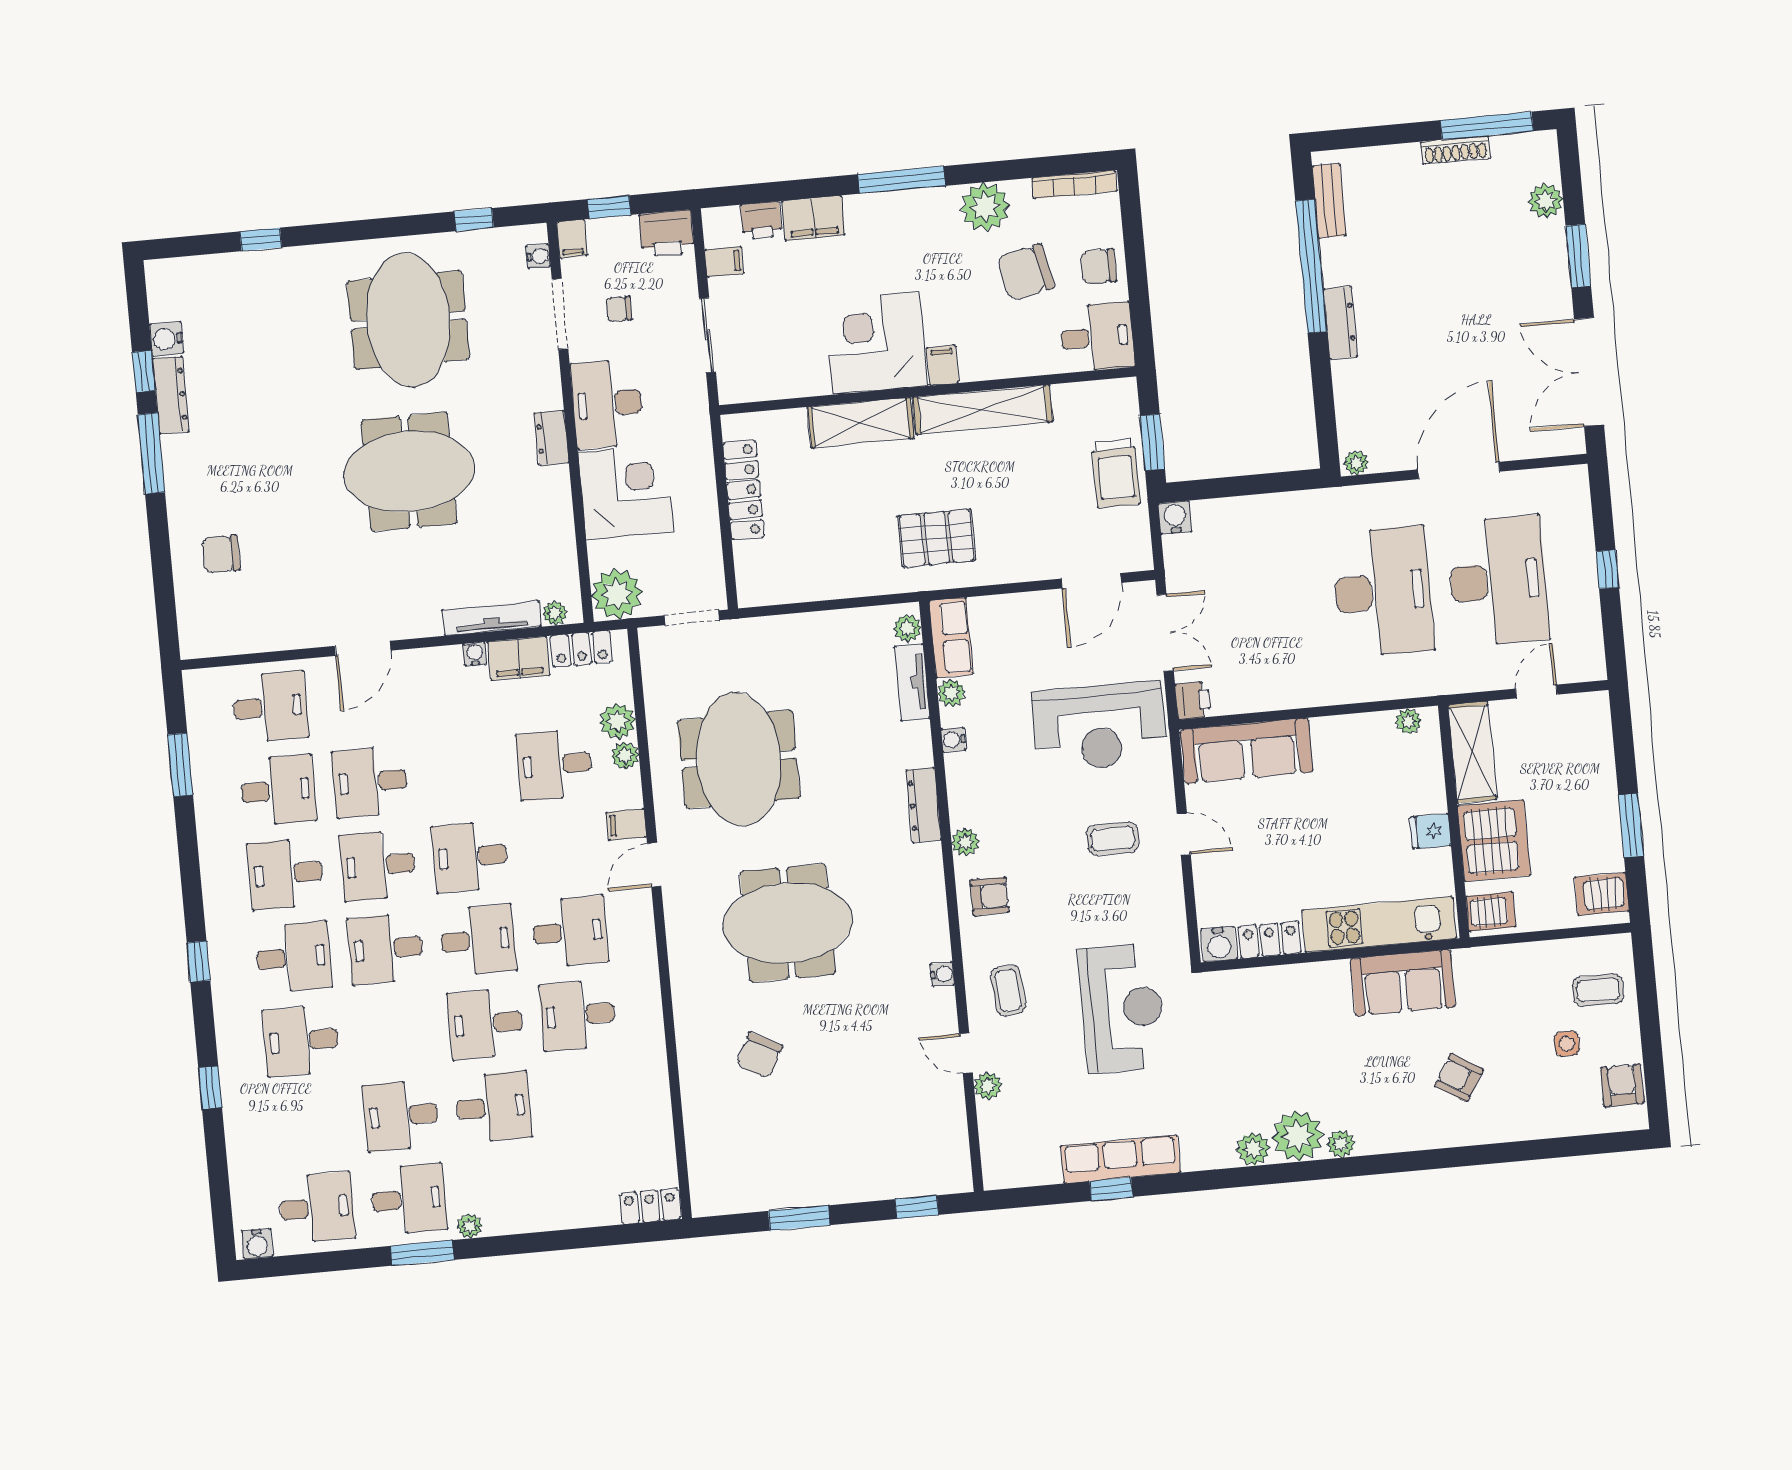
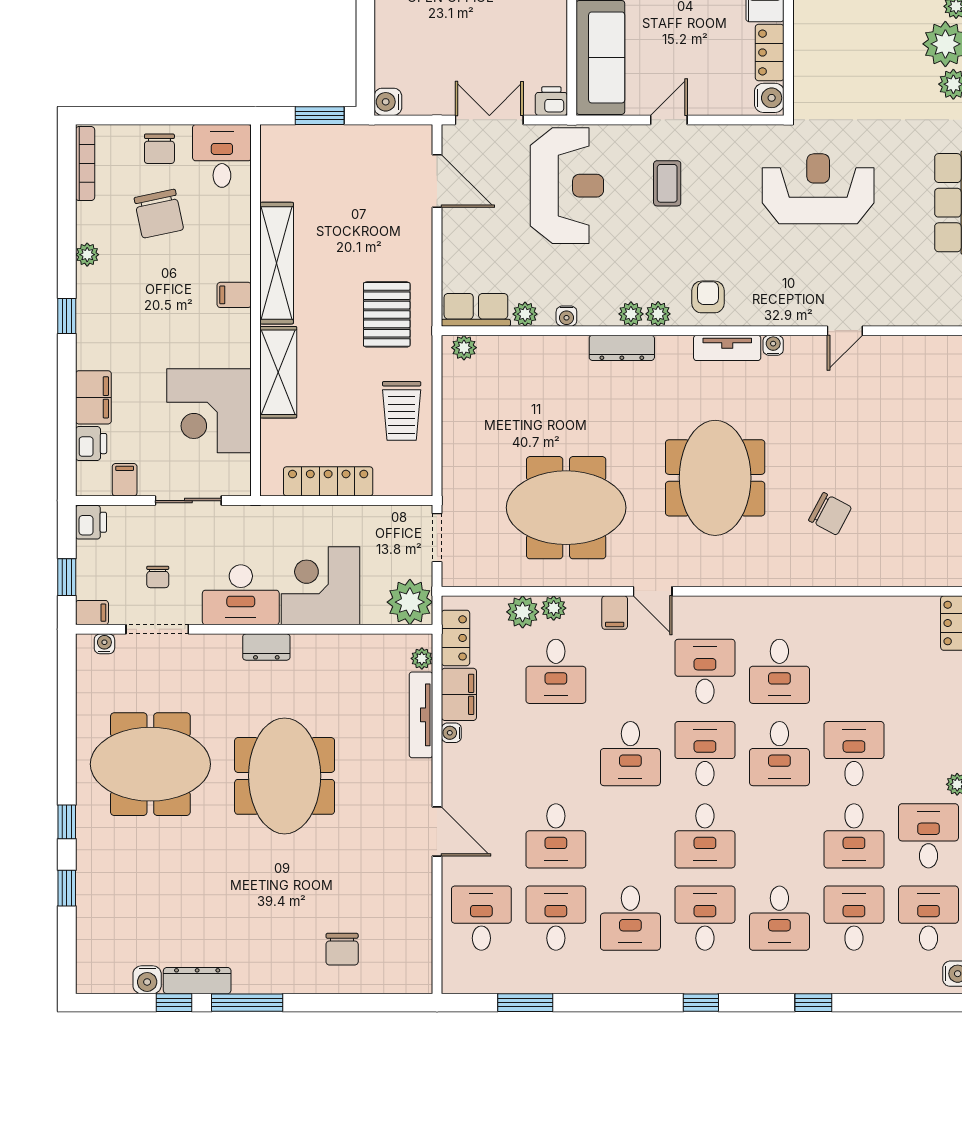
window: (902, 180) -> (67, 316), width x0.46
plant: (985, 207) -> (87, 255), width x0.53, depth x0.53
window: (474, 220) -> (67, 822), moved
printer: (667, 233) -> (91, 522), width x0.73, depth x0.81
corner desk: (876, 343) -> (209, 411), moved
trolley: (1116, 473) -> (402, 411), moved, turned 90
tv unit: (912, 682) -> (727, 348), moved
desk: (378, 865) -> (854, 918), moved, turned 180
coffee table: (1008, 990) -> (793, 288), removed
plant: (988, 1086) -> (631, 314), moved

